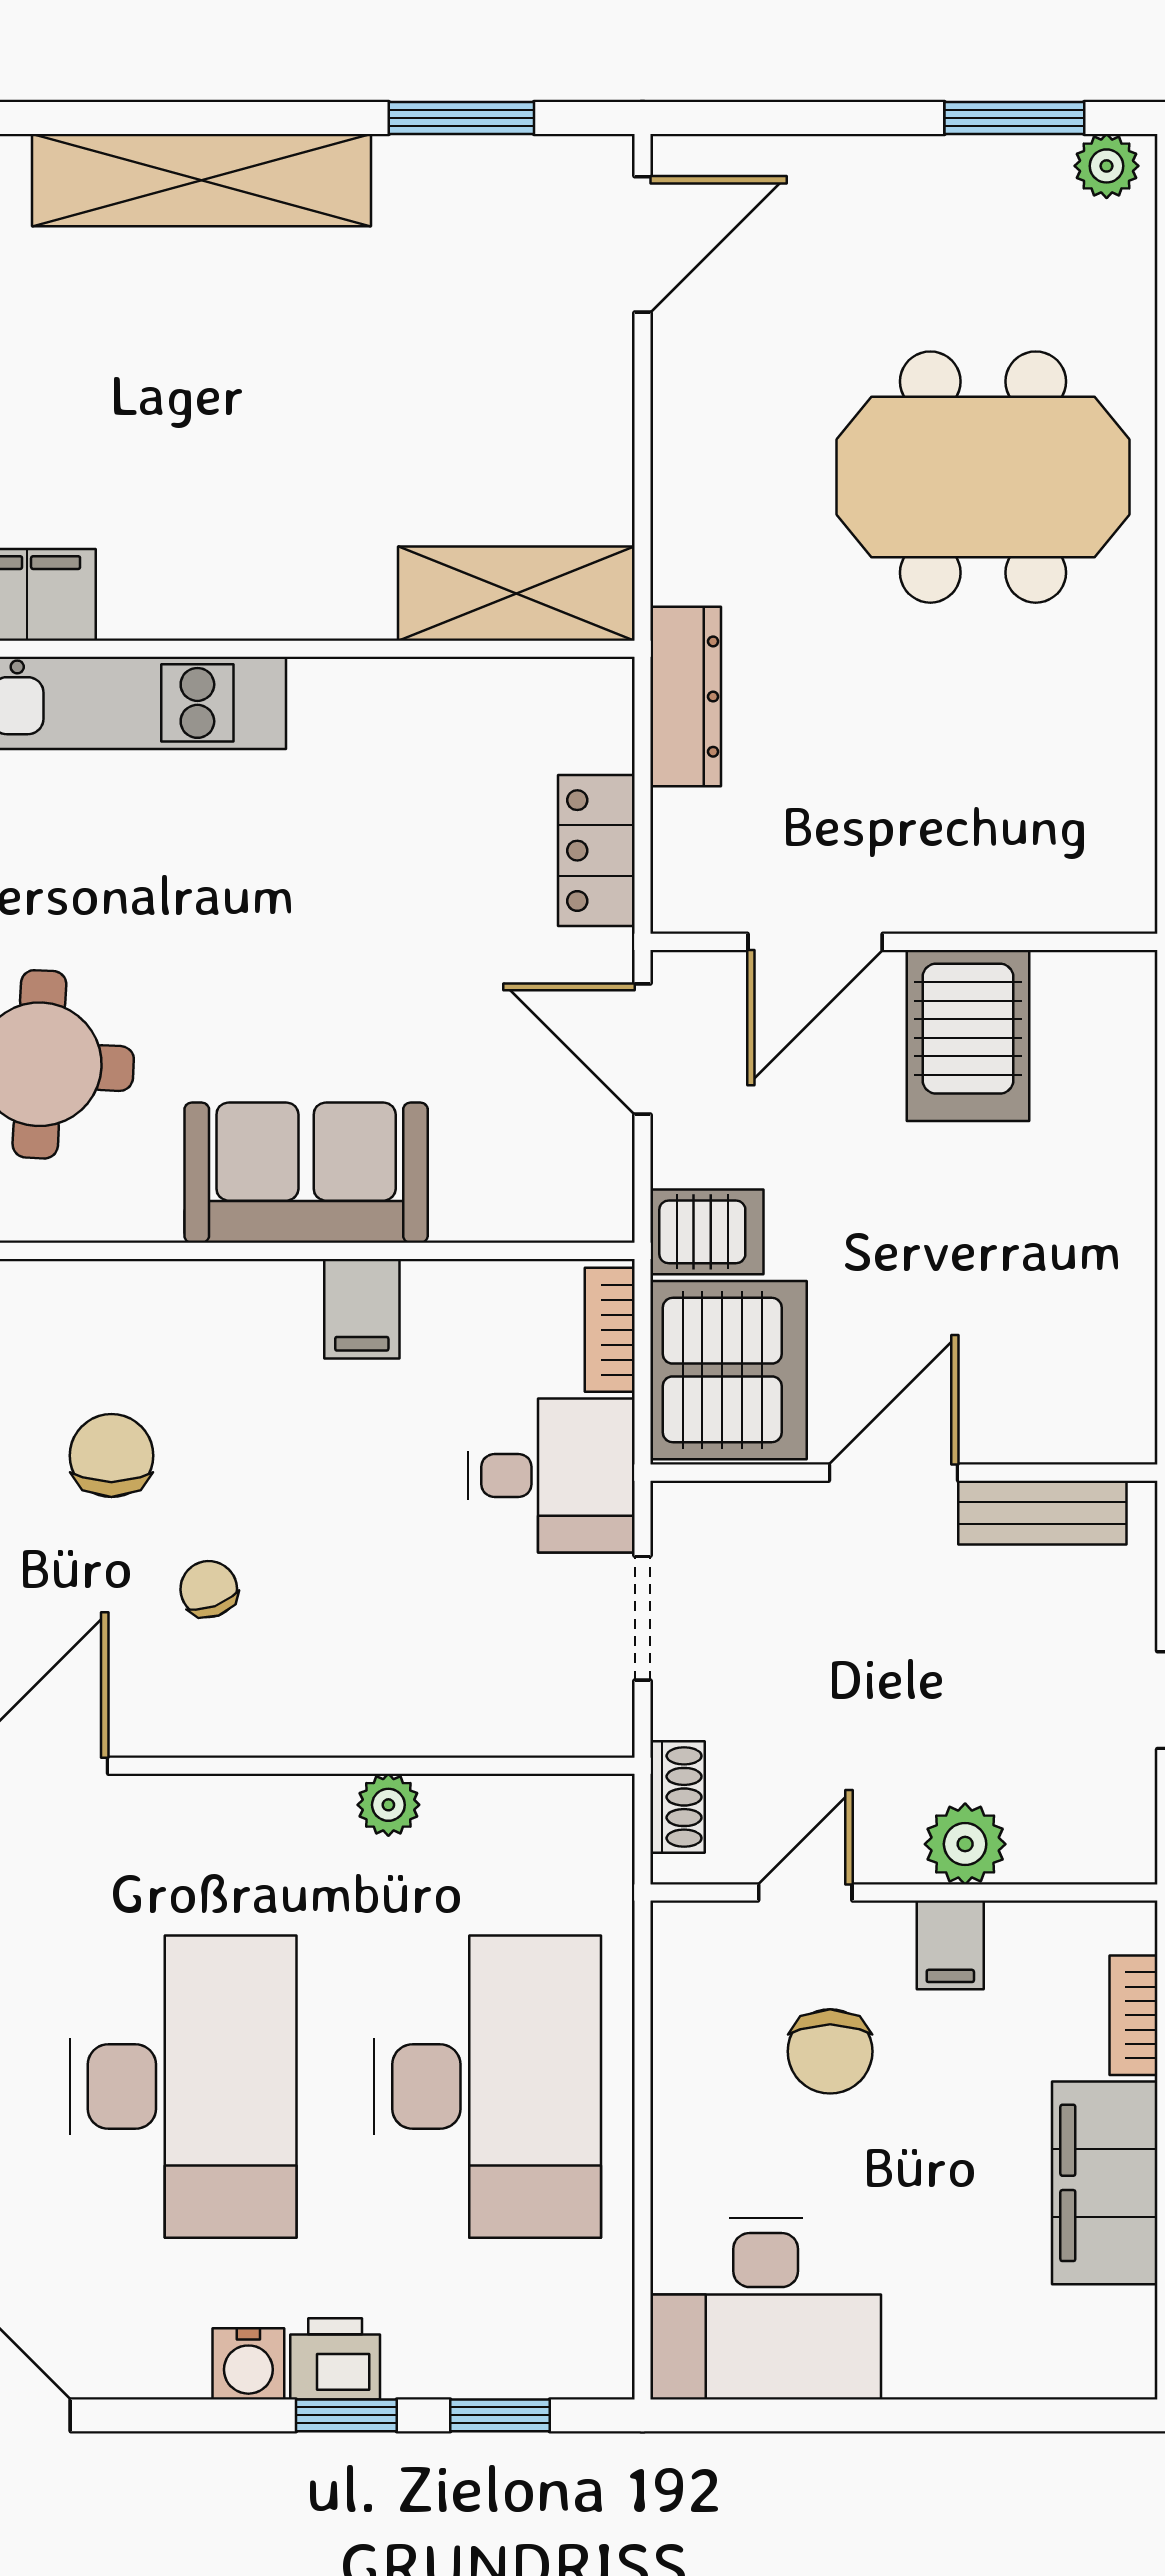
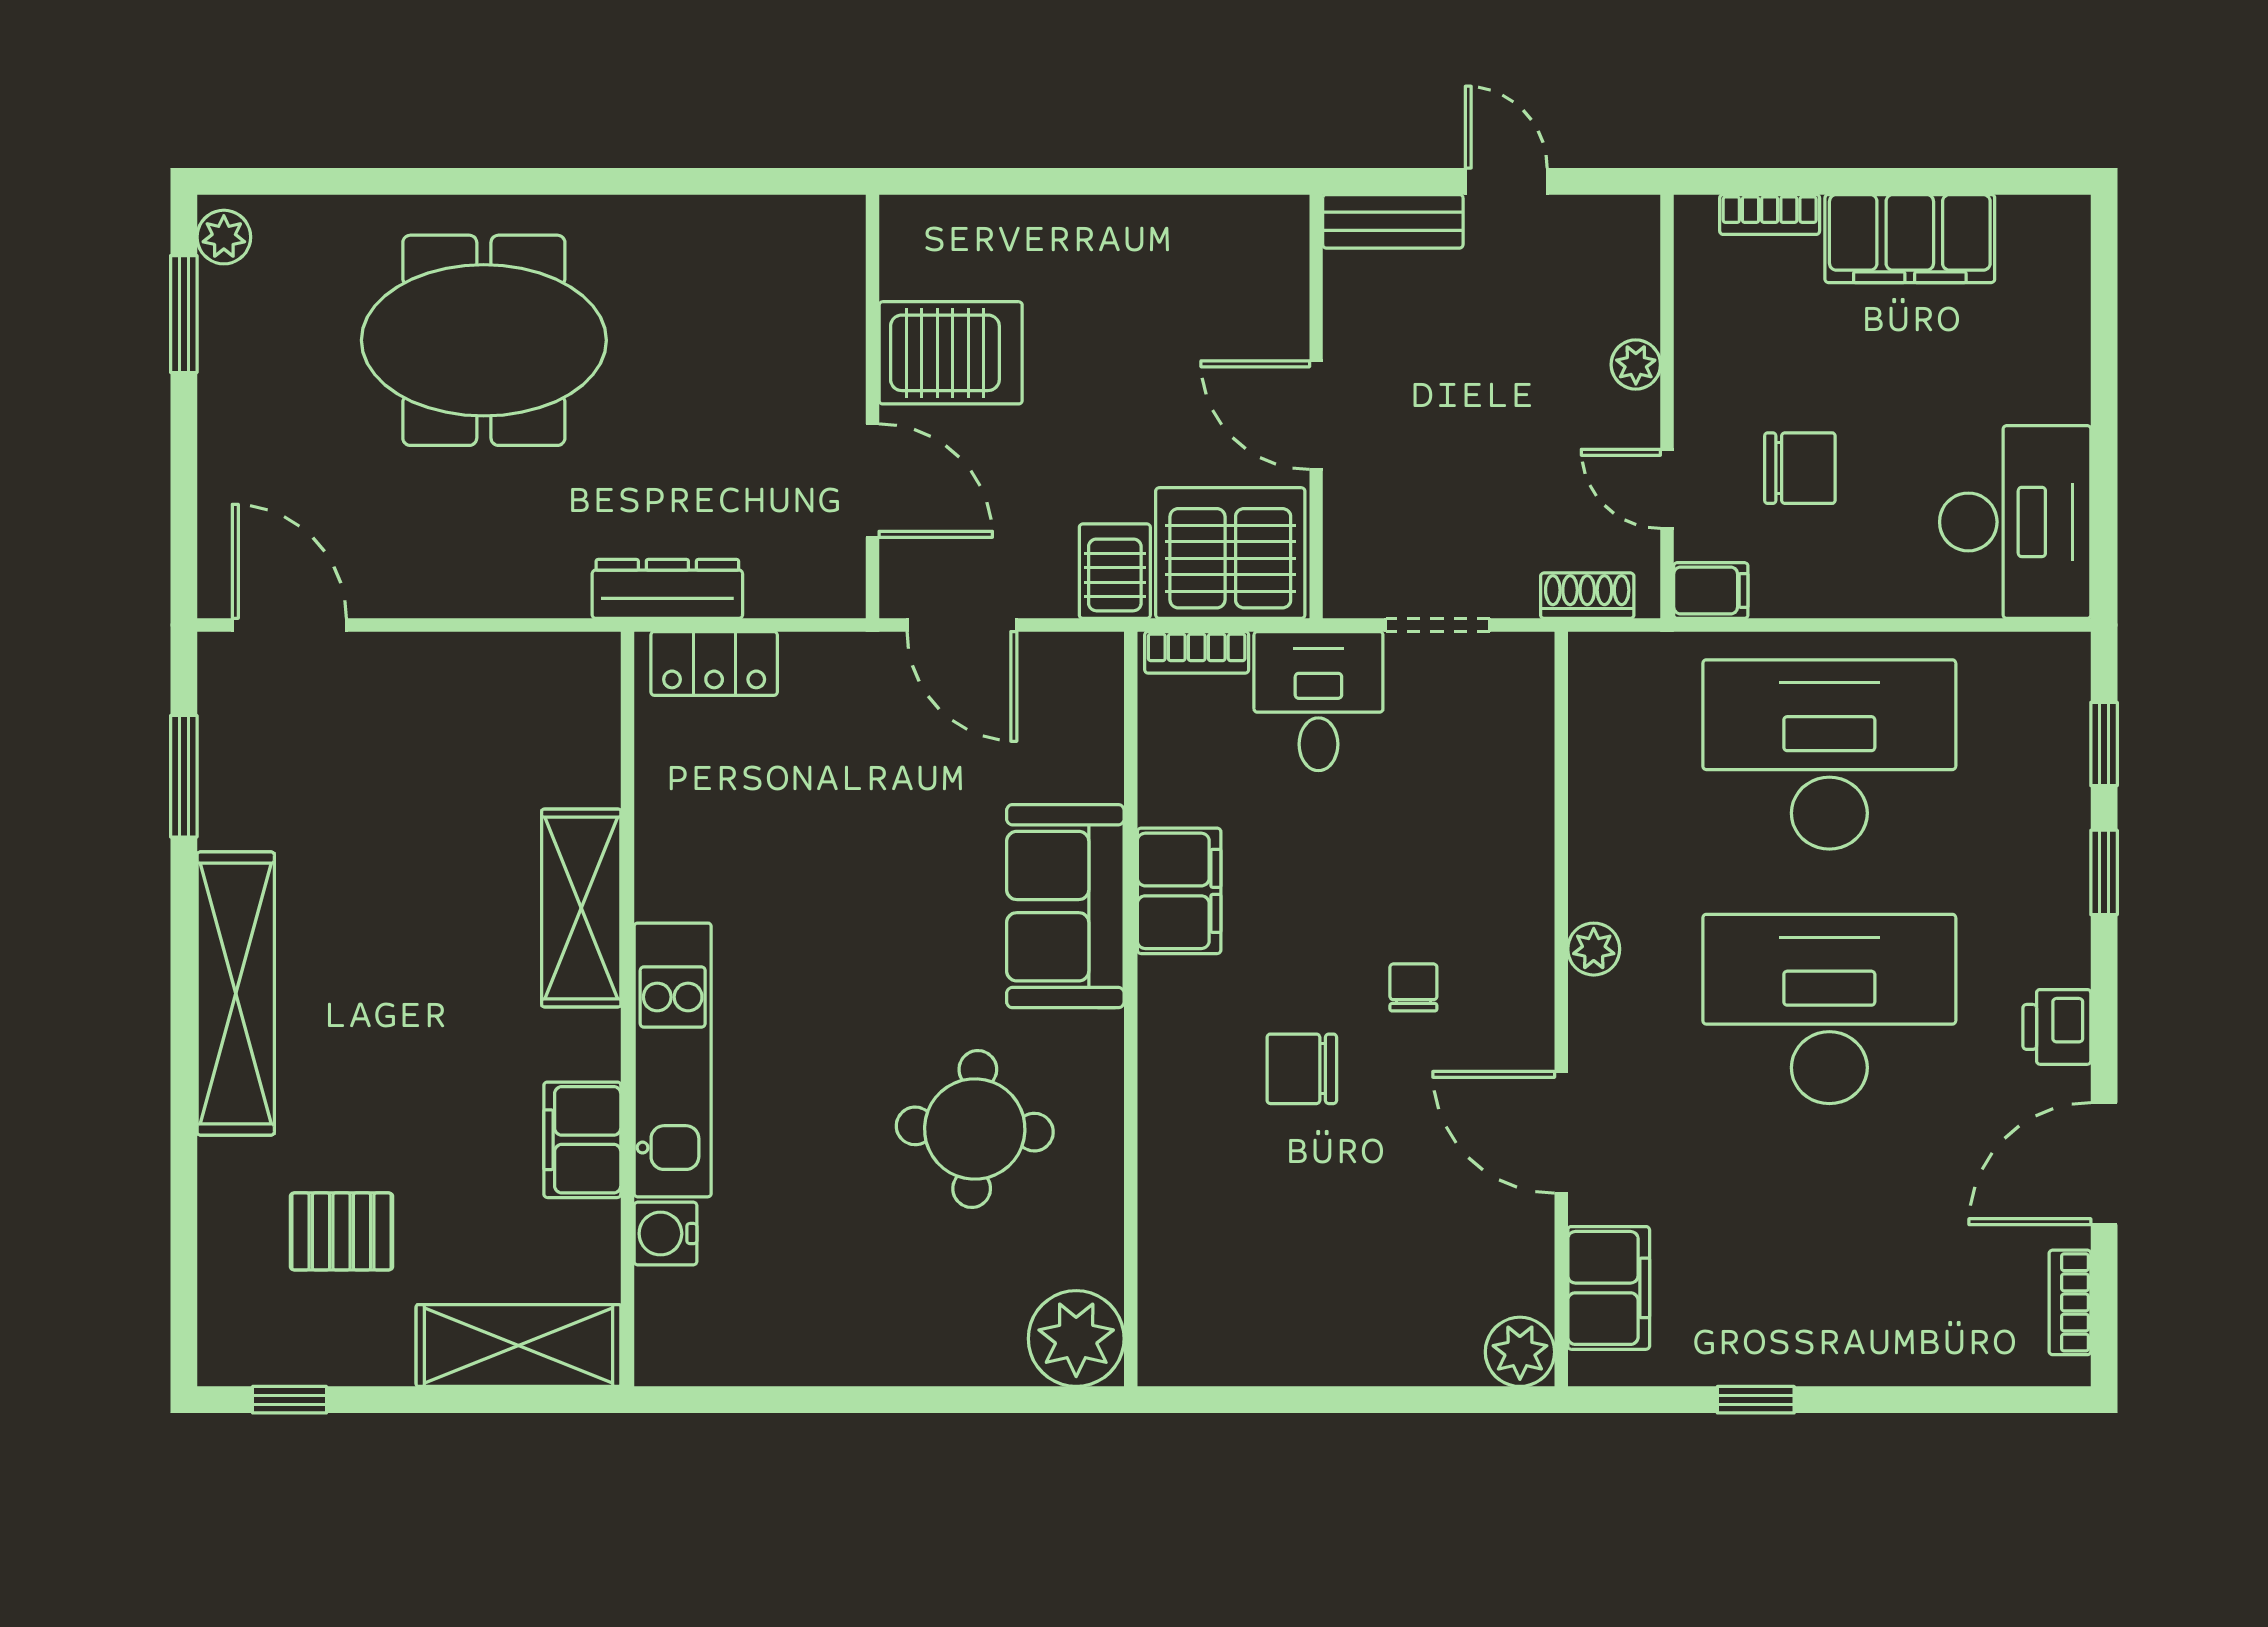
meeting table: (983, 477) -> (484, 340), turned 90
shelving: (516, 594) -> (581, 908), moved
locker: (596, 851) -> (714, 663), moved
door: (642, 1049) -> (962, 625), hinge flipped
filing cabinet: (362, 1309) -> (1179, 891), width x2.00
bench: (1042, 1513) -> (1393, 221), moved, turned 90
chair: (209, 1589) -> (1413, 987), turned 110
plant: (388, 1805) -> (1594, 949), moved
plant: (965, 1844) -> (1636, 365), width x0.73, depth x0.73
filing cabinet: (950, 1945) -> (1711, 590), moved
printer: (335, 2359) -> (2057, 1027), moved
water cooler: (248, 2364) -> (2061, 954), removed

